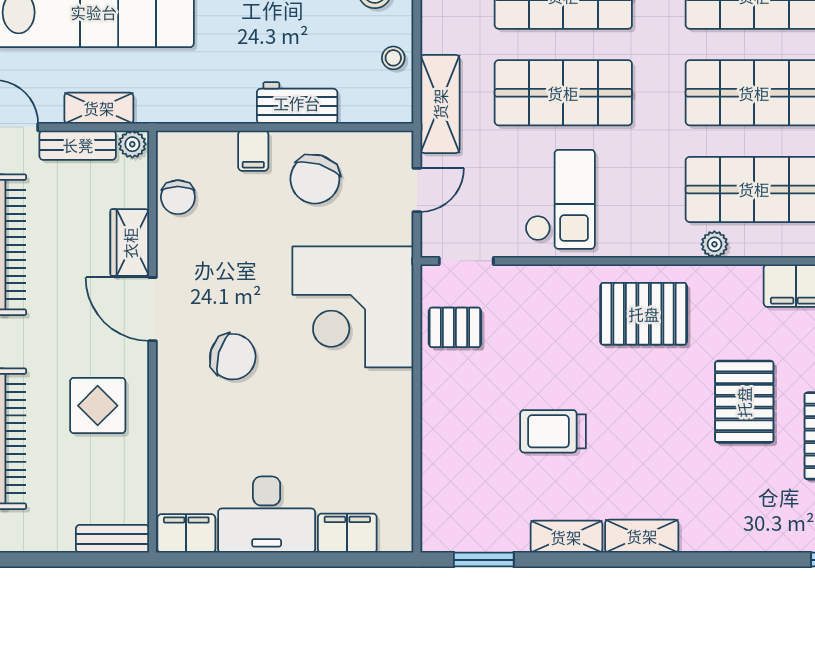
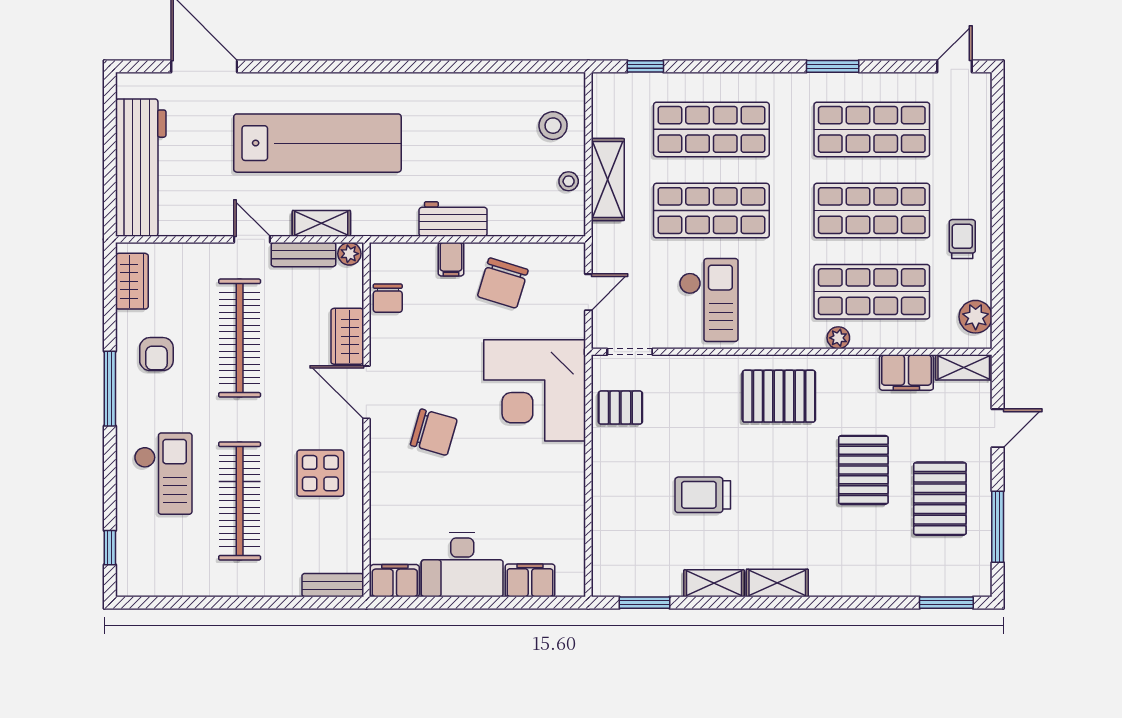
workbench: (297, 103) -> (453, 219), moved
shelving: (440, 104) -> (608, 180), moved

